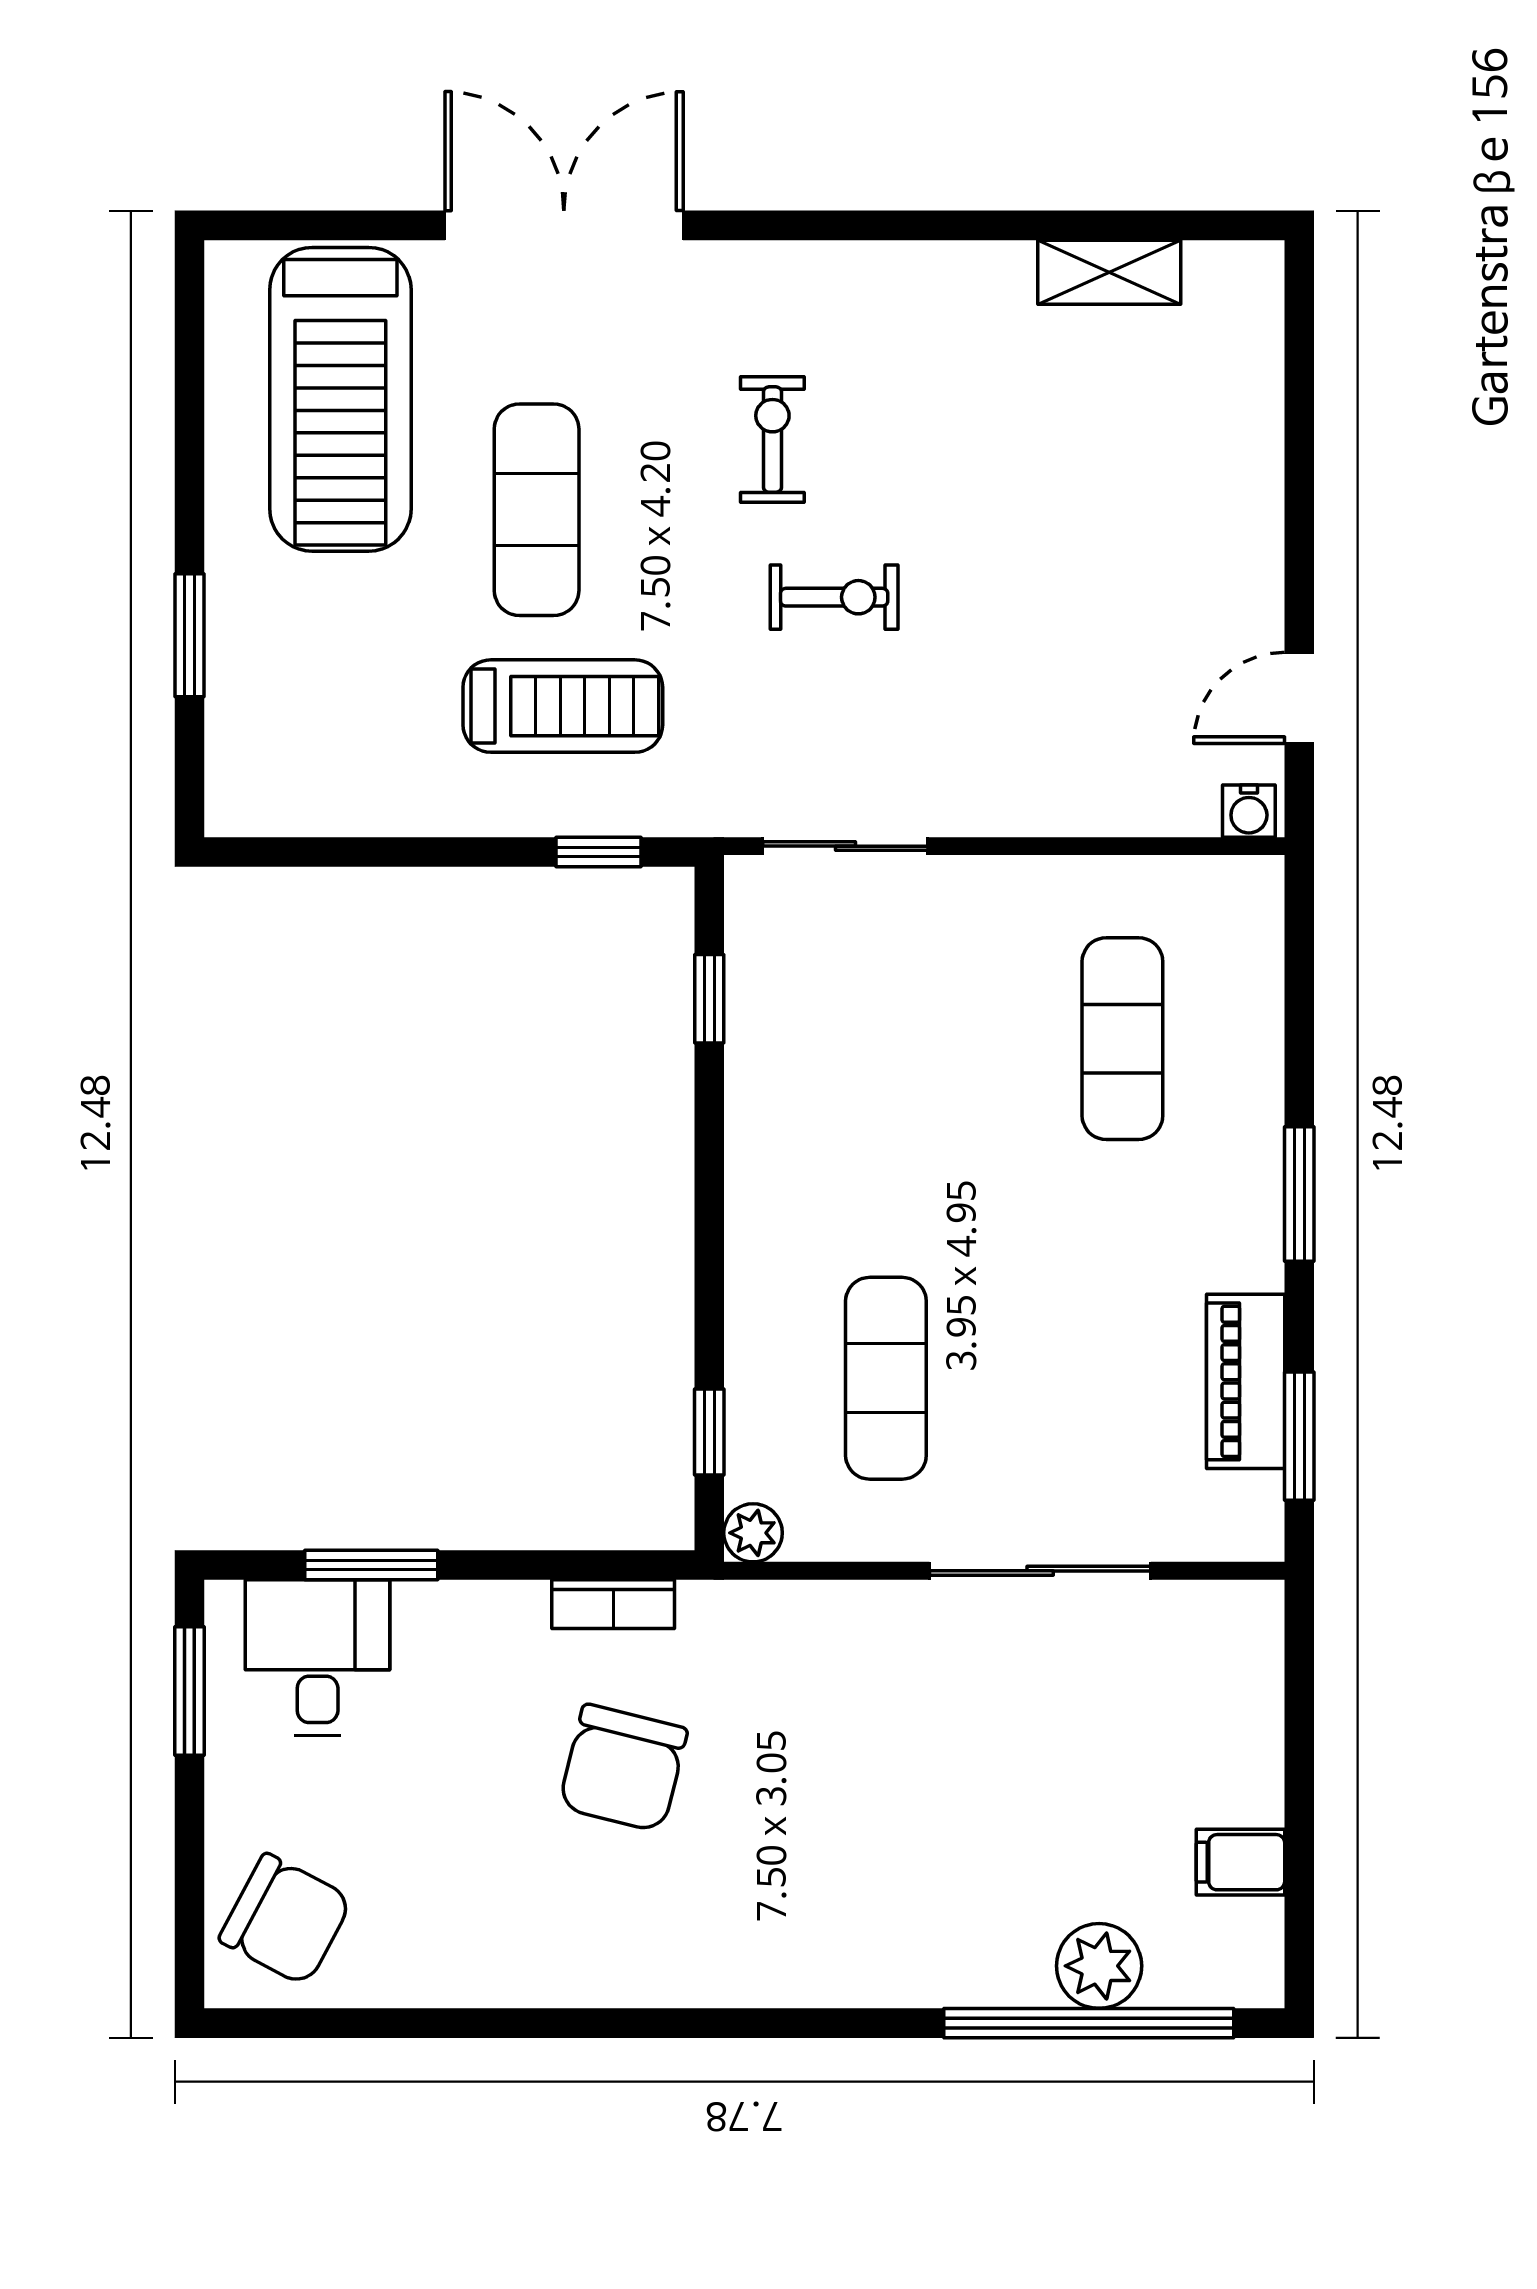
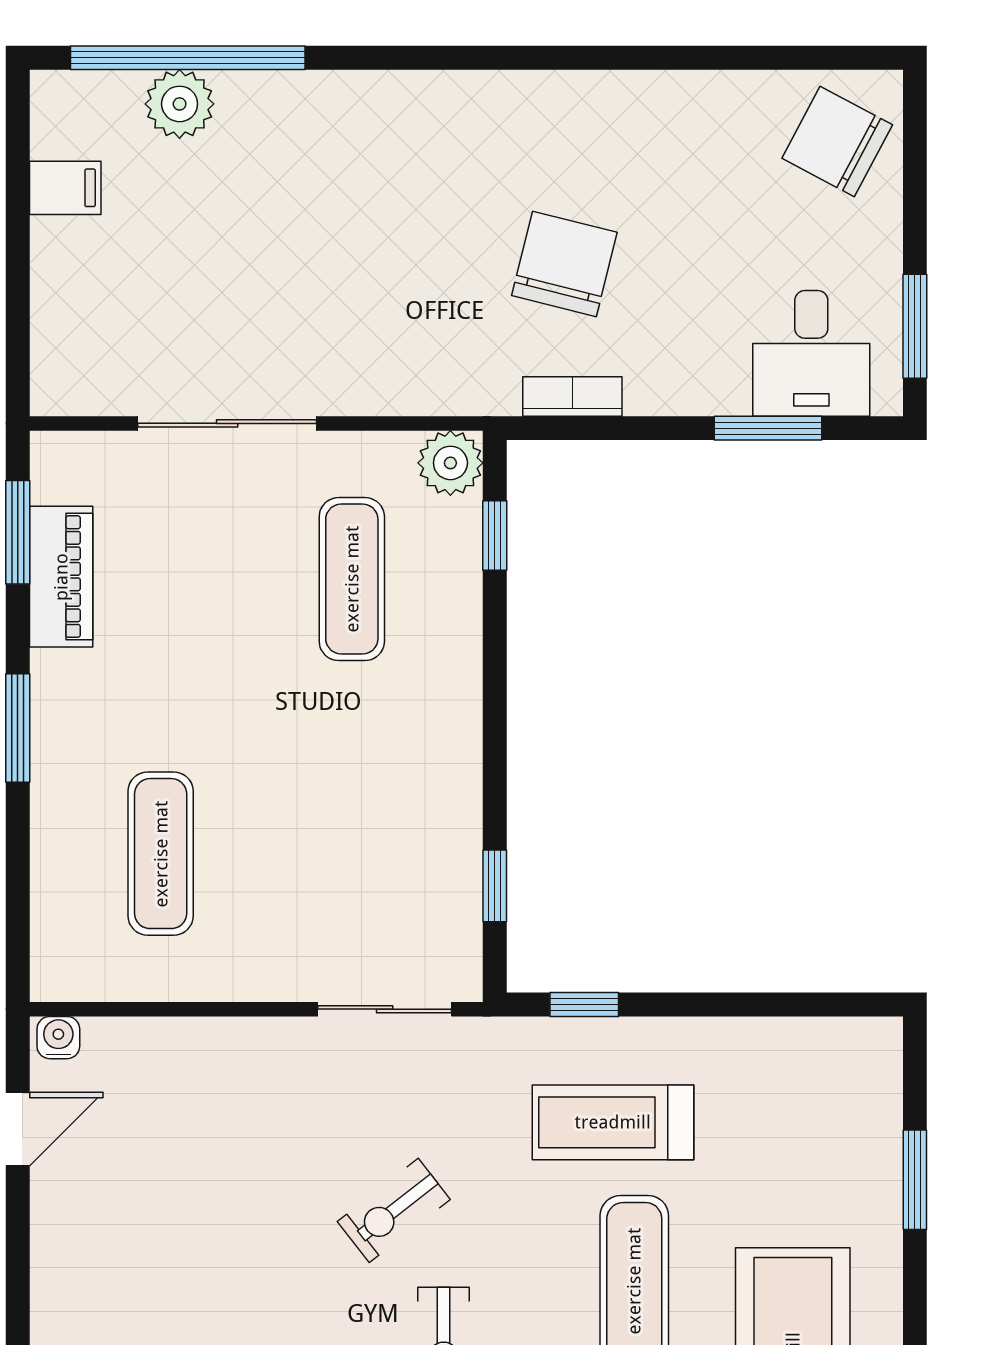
exercise bike: (834, 597) -> (394, 1210), turned -38
plant: (753, 1533) -> (450, 463), width x1.38, depth x1.38

